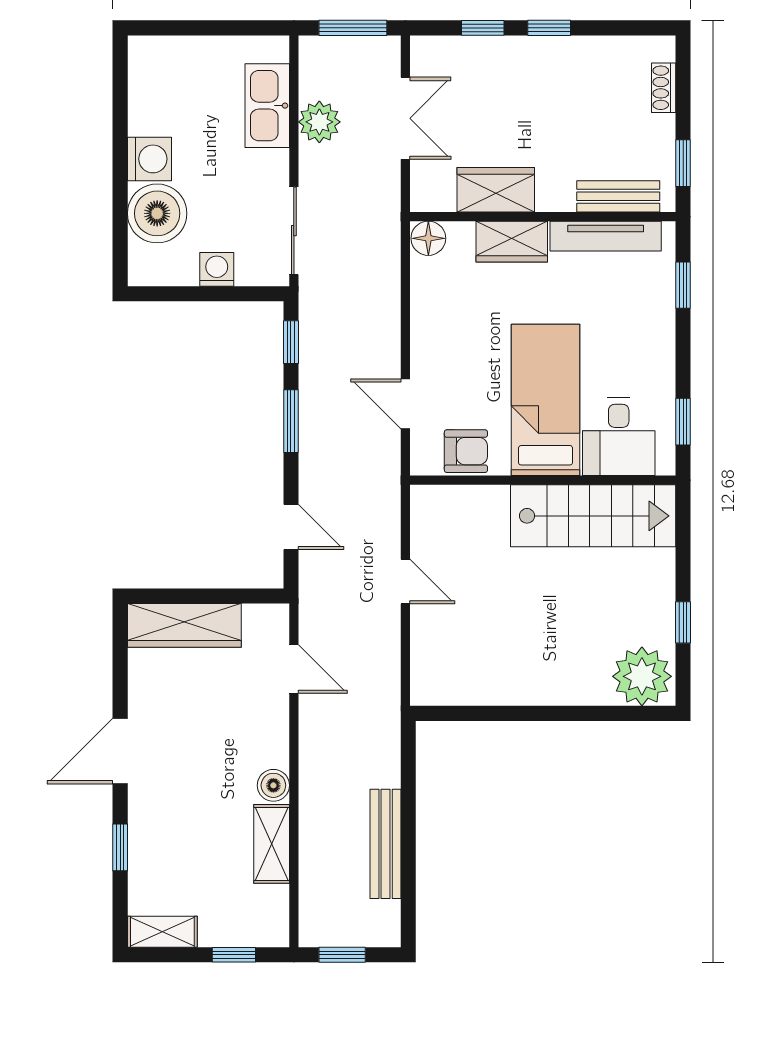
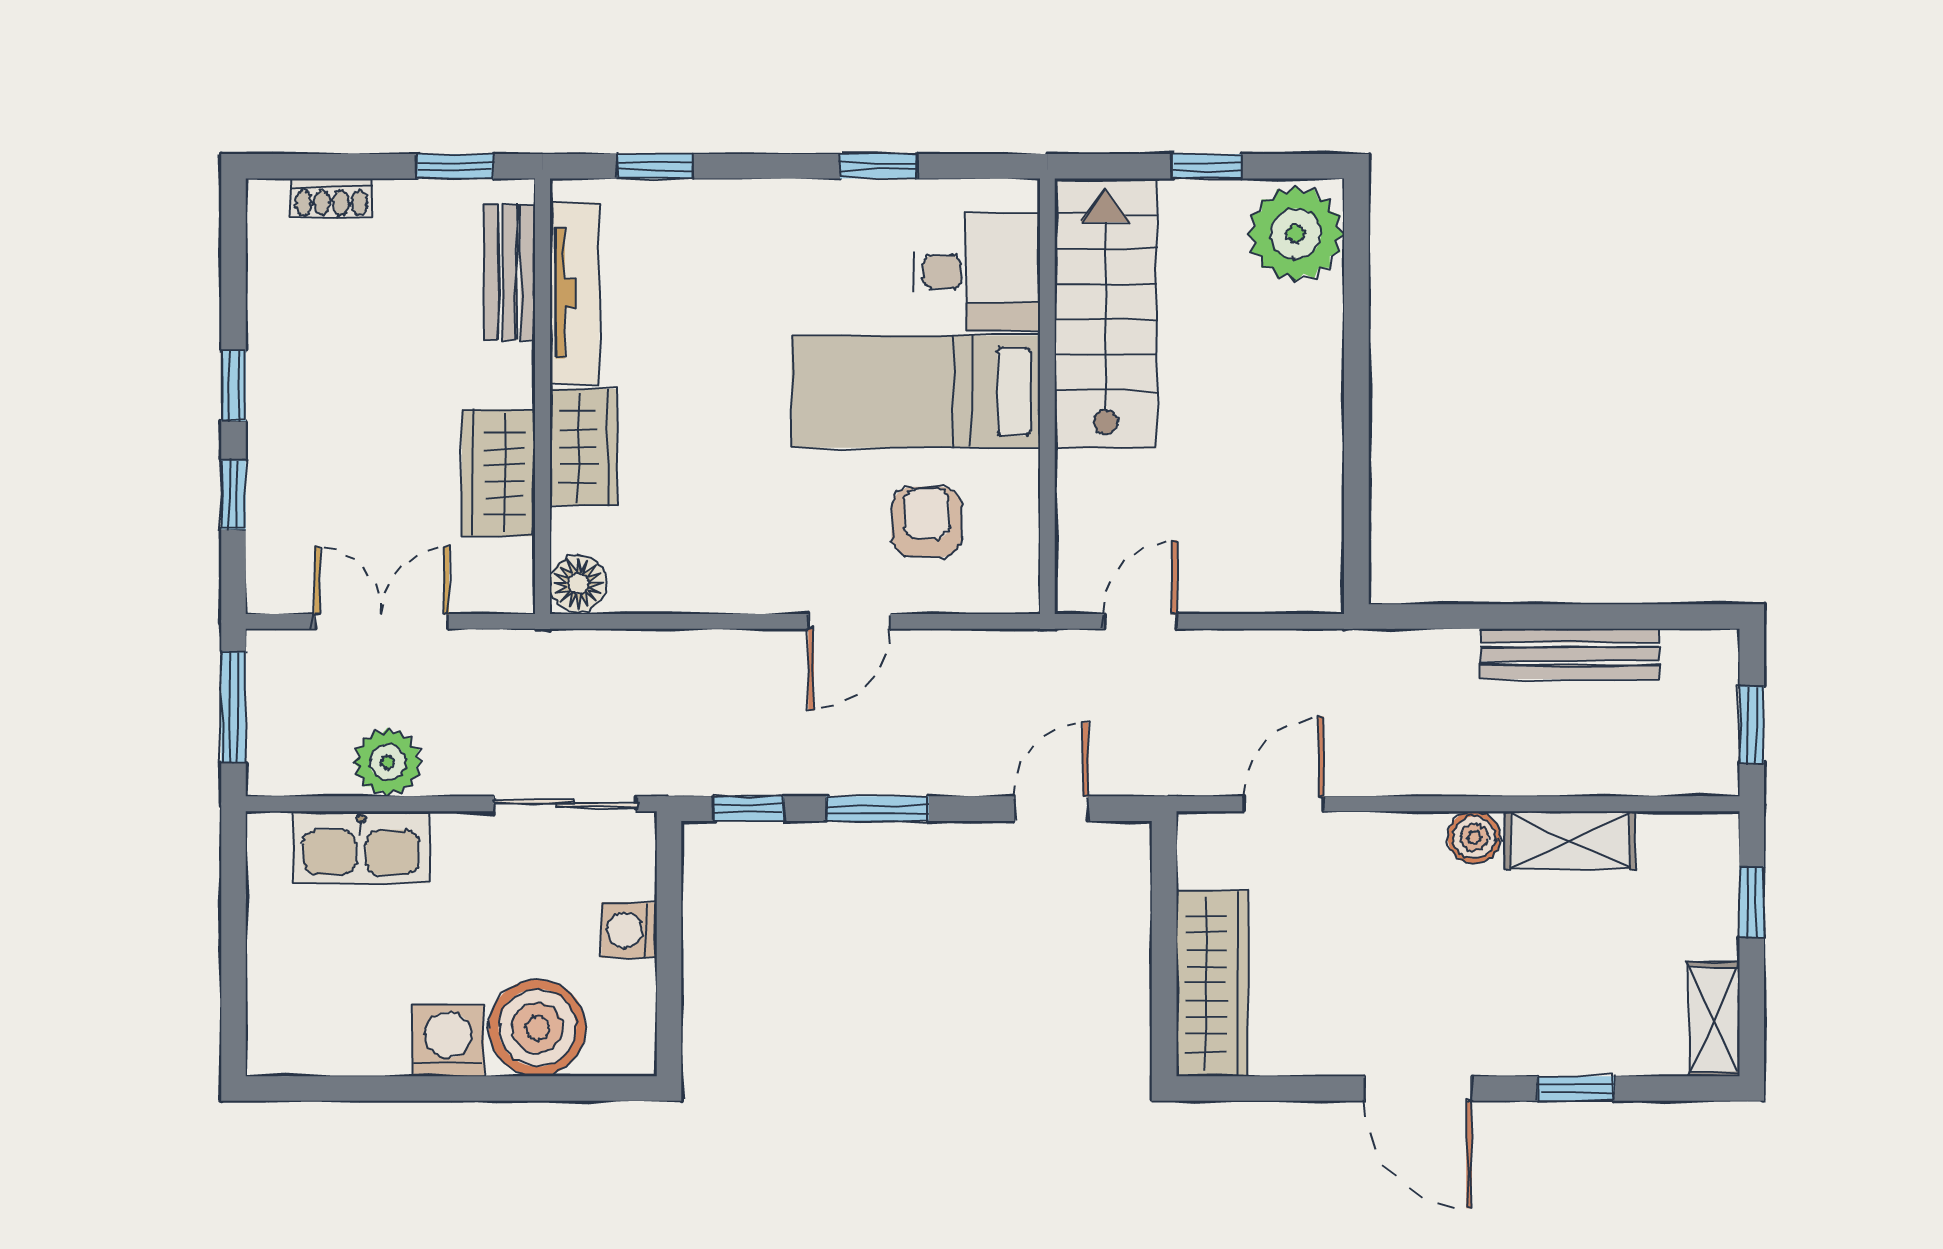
bed: (546, 400) -> (916, 392), moved
desk: (619, 437) -> (976, 272), moved
wall: (543, 480) -> (1047, 396), moved
stairs: (593, 516) -> (1106, 314), moved

